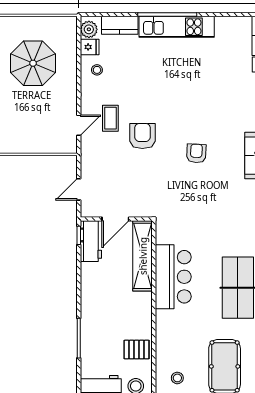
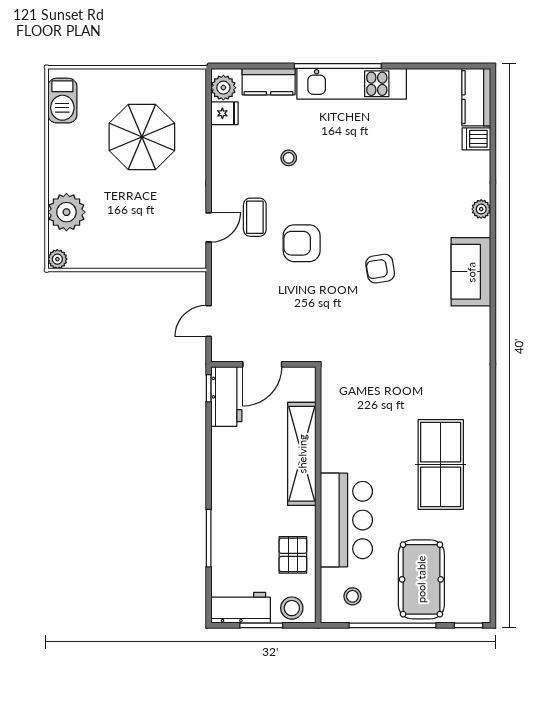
stool: (97, 70) -> (289, 158), moved
armchair: (142, 136) -> (302, 243), turned -90
armchair: (196, 153) -> (380, 269), turned -102
shelving: (143, 256) -> (302, 454), moved
bar counter: (173, 277) -> (346, 520), moved
pallet: (137, 350) -> (293, 555), turned 90

